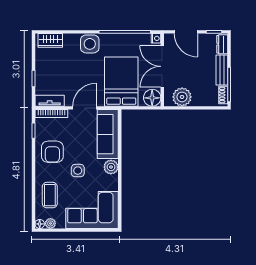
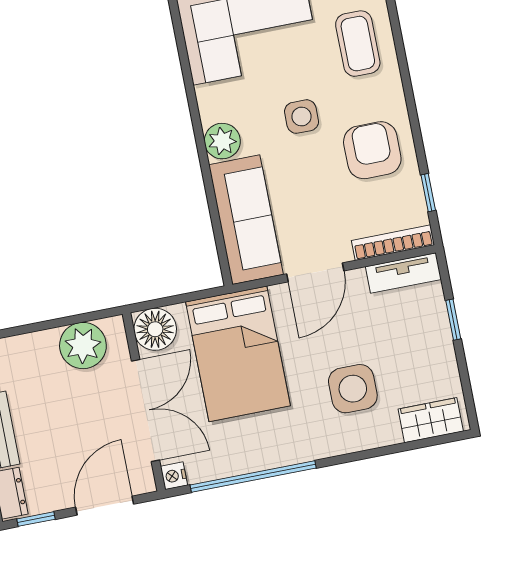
door: (186, 32) -> (105, 506), hinge flipped
side table: (90, 44) -> (353, 389), moved

